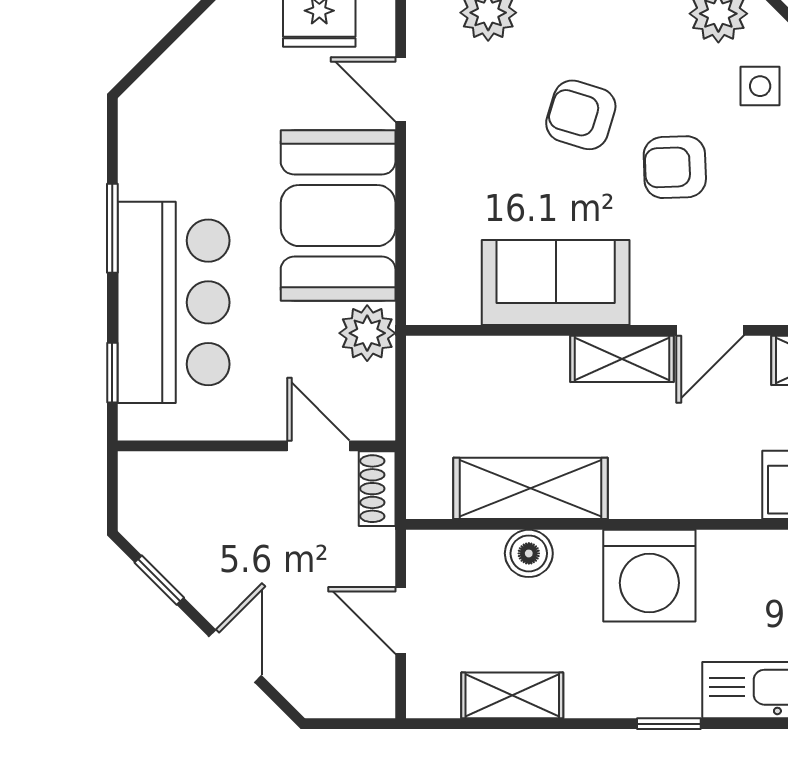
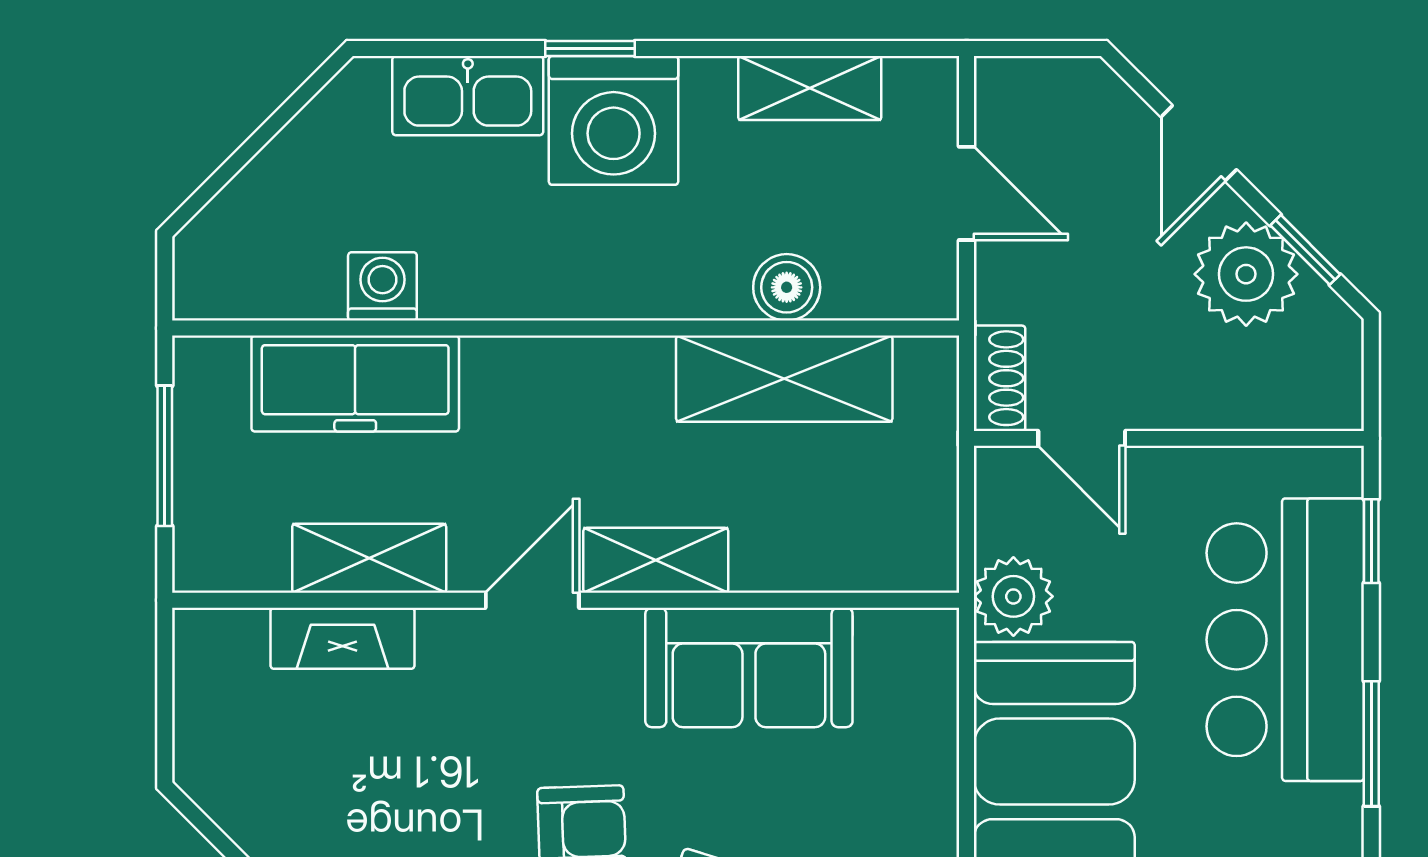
plant: (201, 563) -> (1246, 274), added
washing machine: (649, 576) -> (614, 120), moved, turned 180

